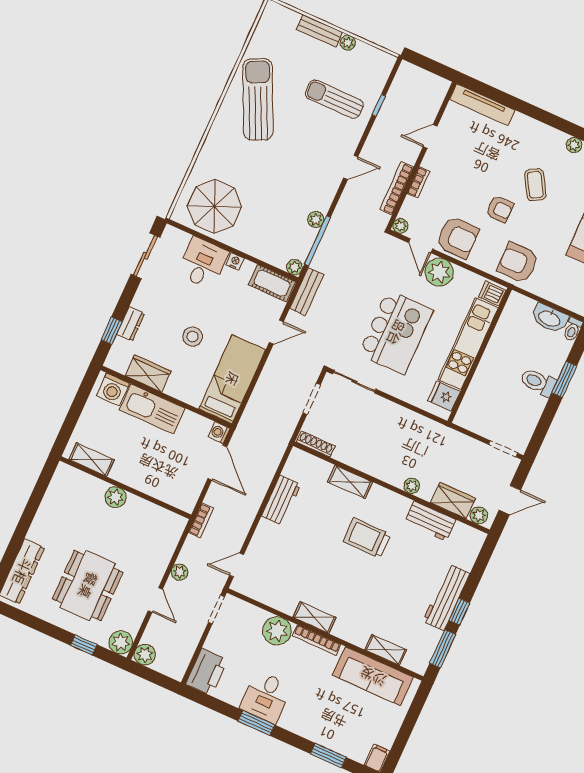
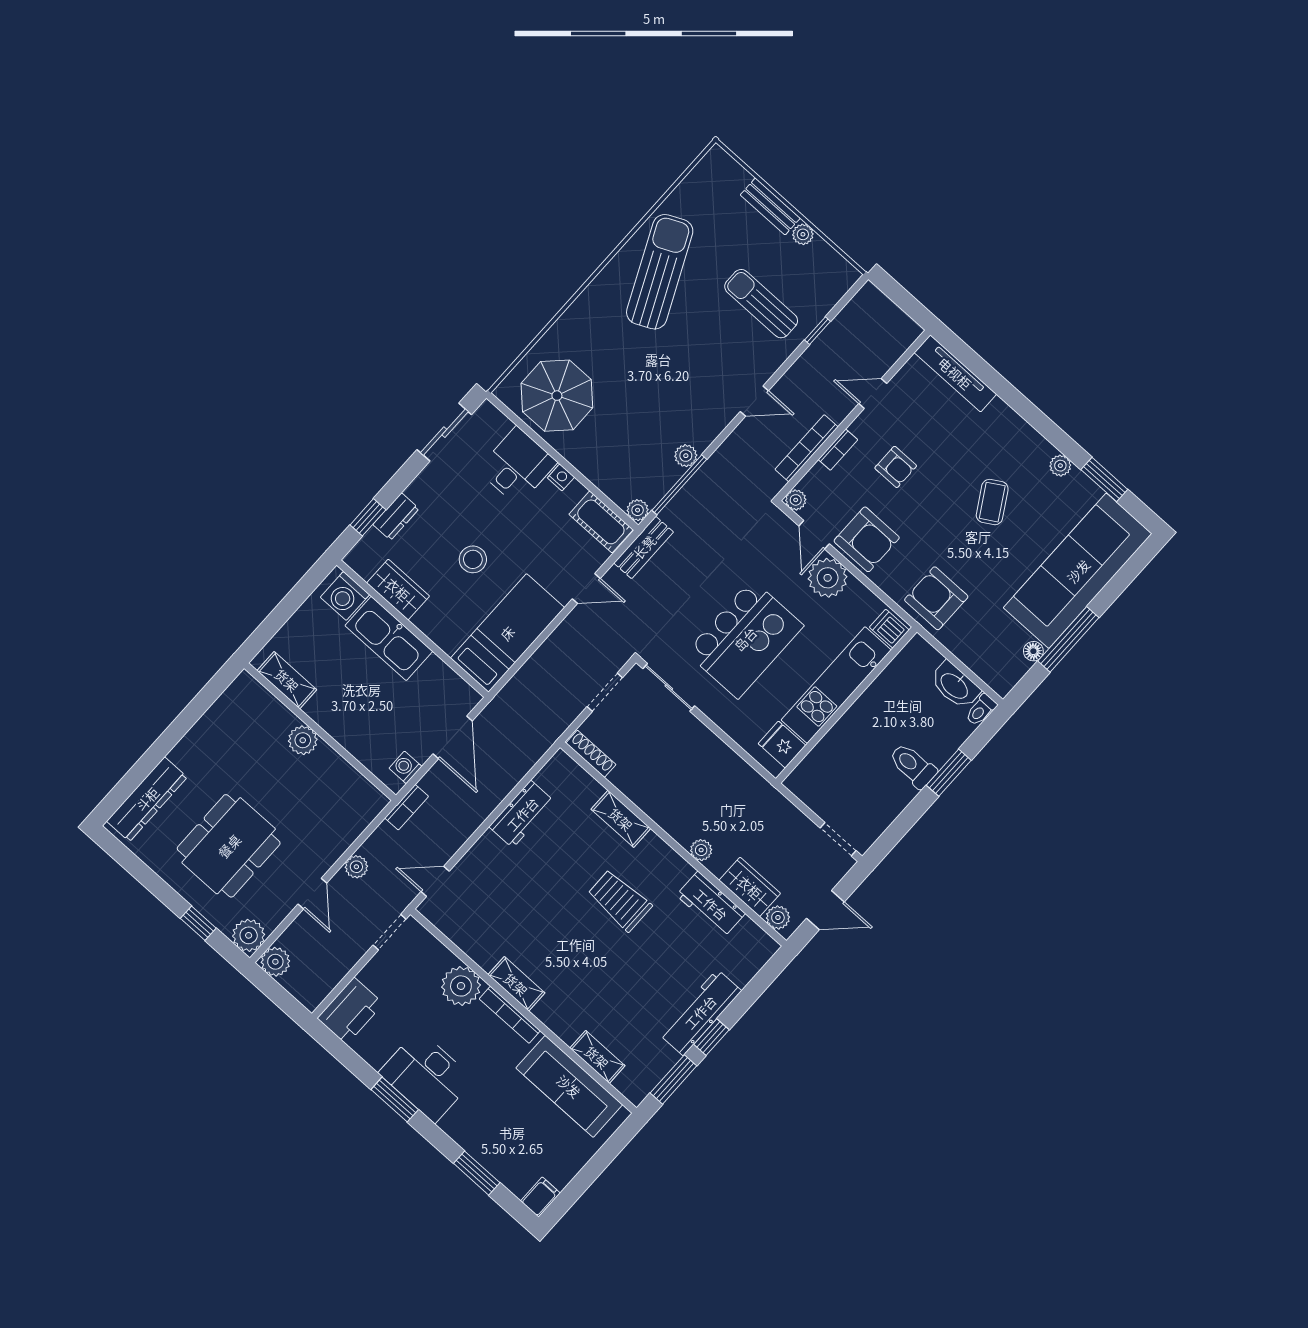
armchair: (500, 209) -> (896, 467), moved
washing machine: (219, 433) -> (405, 767), moved
desk: (266, 697) -> (426, 1076), width x1.37

